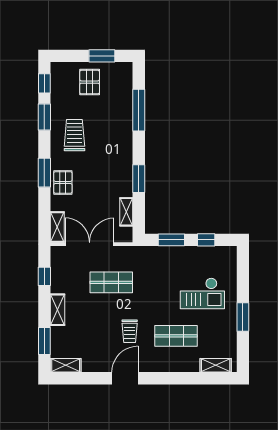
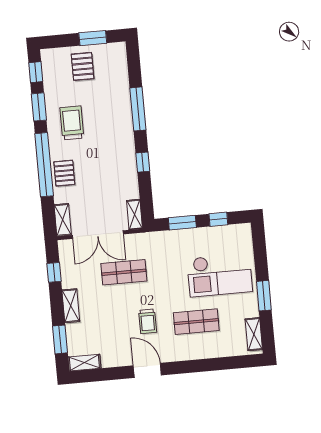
window: (139, 110) -> (138, 109), moved
window: (44, 173) -> (44, 165), width x2.11
window: (139, 179) -> (143, 162), width x0.67
shelving: (126, 212) -> (135, 215), moved
double door: (90, 244) -> (98, 235), swing flipped
checkout: (202, 293) -> (220, 275), width x1.36, depth x1.21
shelving: (216, 365) -> (254, 334), moved, turned 90
door: (125, 378) -> (147, 370), hinge flipped

